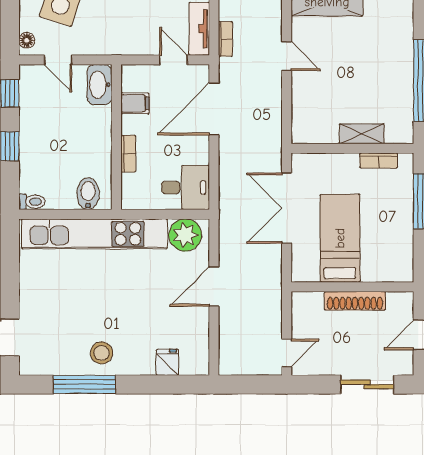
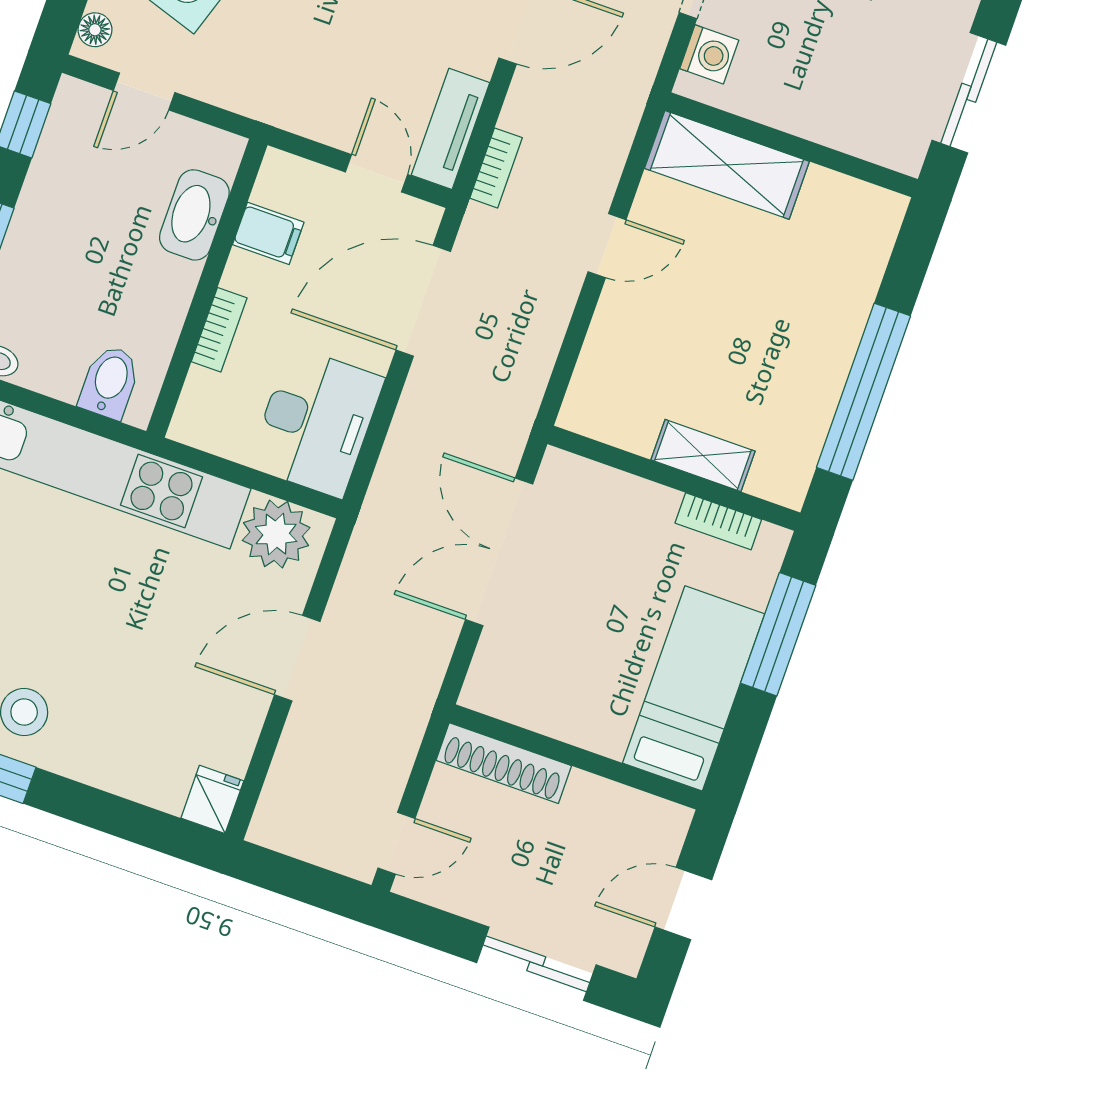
door: (287, 56) -> (607, 246), hinge flipped
door: (58, 60) -> (144, 91), hinge flipped
washbasin: (99, 85) -> (194, 215), moved
desk: (185, 188) -> (316, 422), width x1.37
bed: (340, 238) -> (694, 688), moved
shoe rack: (355, 301) -> (504, 763), moved
fridge: (167, 362) -> (212, 799), moved

